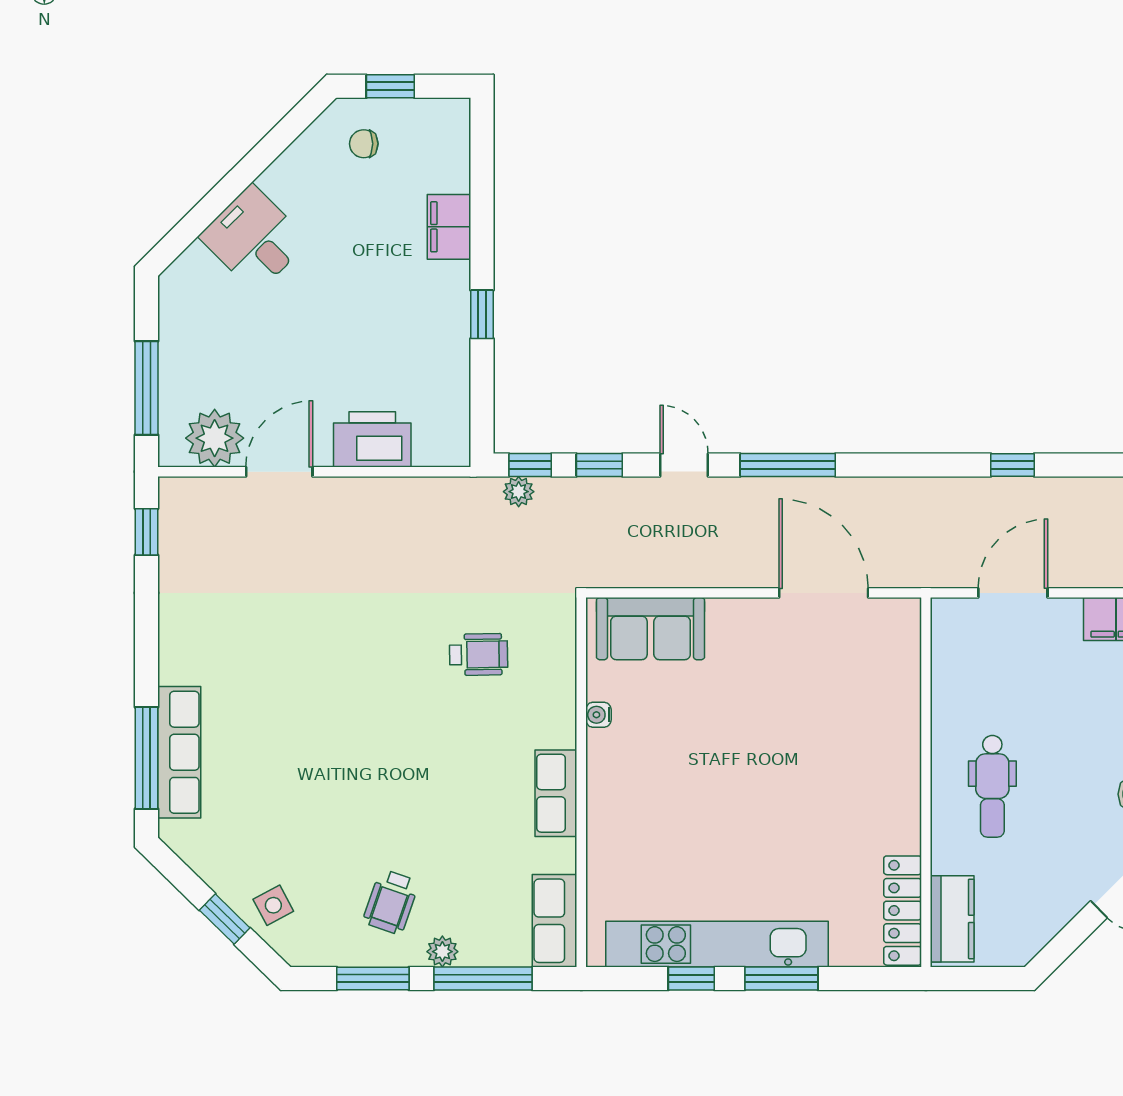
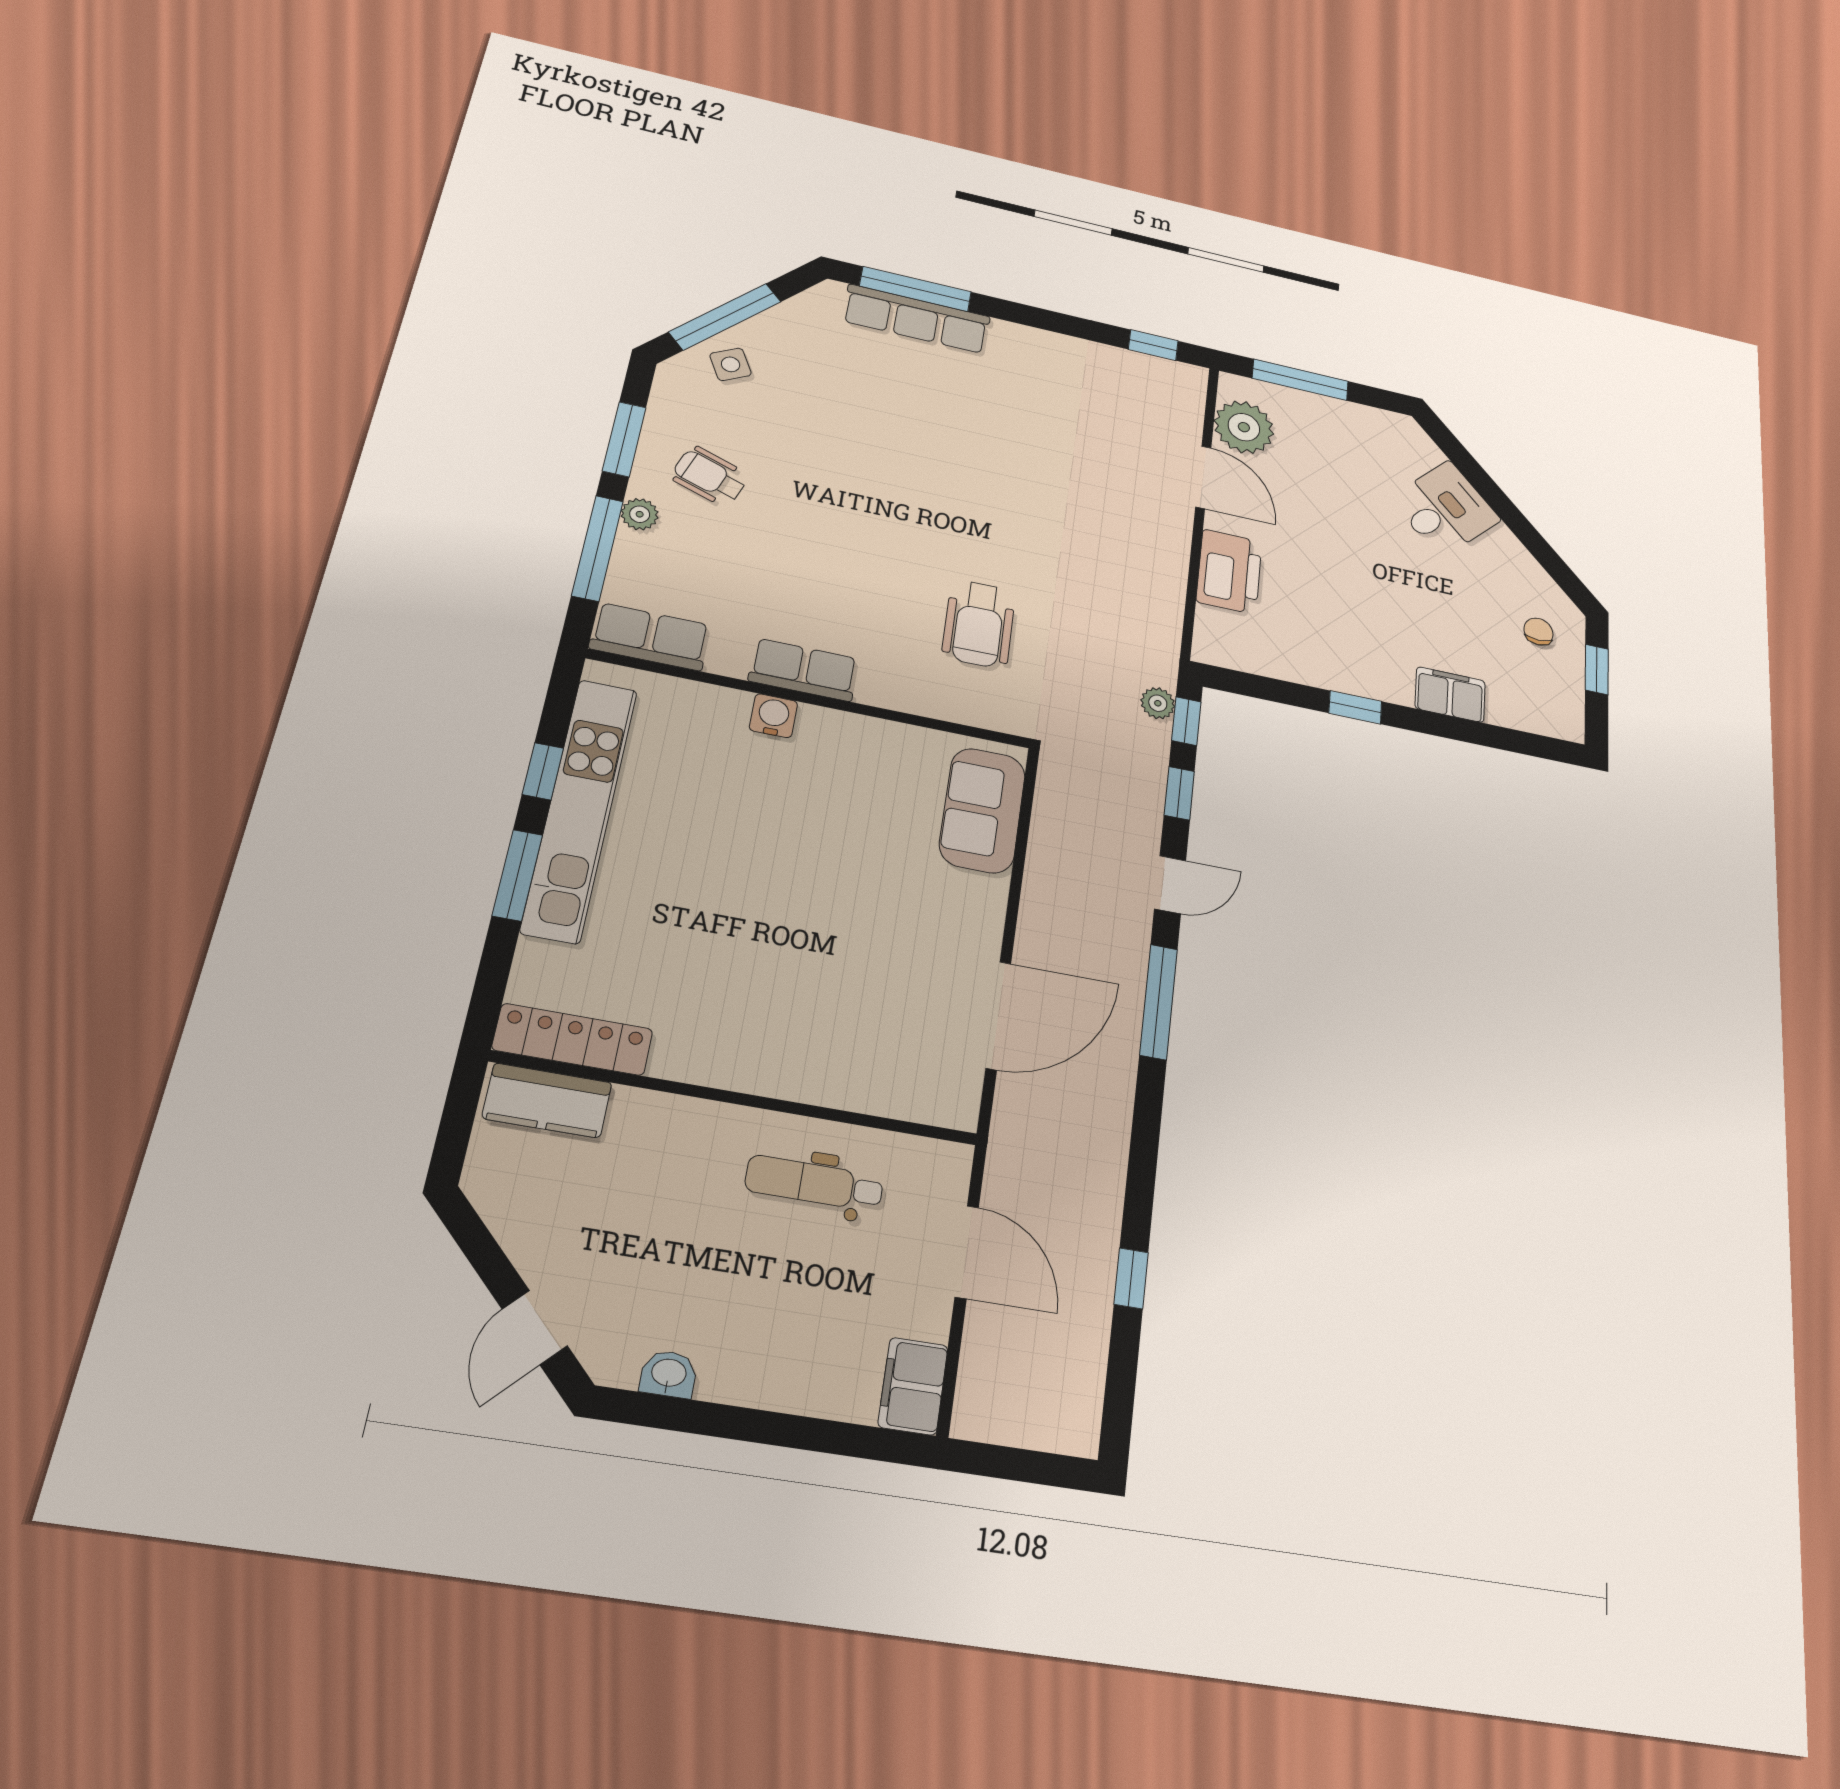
wheelchair: (479, 654) -> (979, 624), width x1.36, depth x1.37
water cooler: (598, 715) -> (773, 716), moved, width x1.38, depth x1.38
dental chair: (992, 786) -> (814, 1183), moved
window: (225, 919) -> (725, 317), width x2.17

